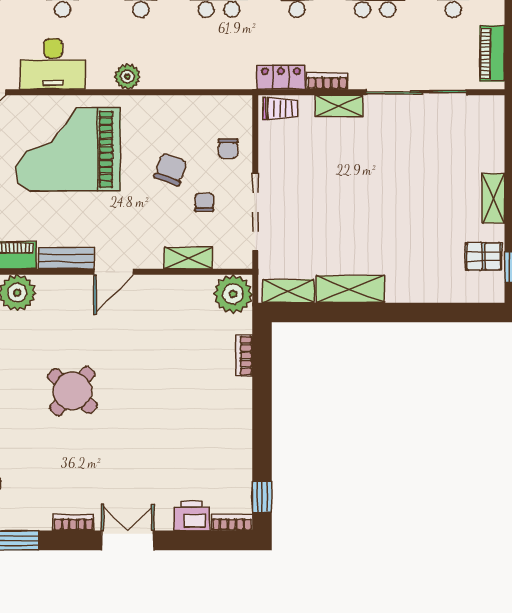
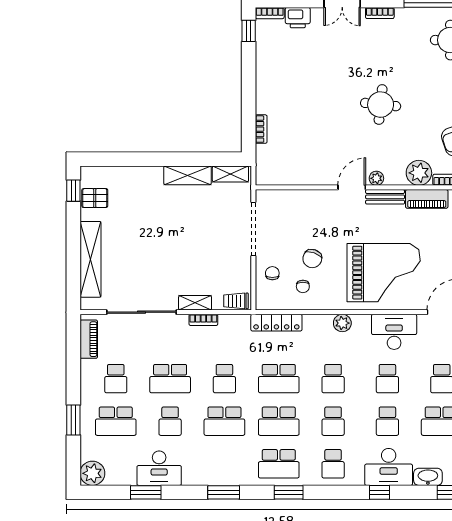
locker: (281, 77) -> (276, 323), moved, width x1.53
shelving: (493, 198) -> (91, 259), width x2.20, depth x1.33
chair: (204, 202) -> (303, 286), moved
shelving: (188, 258) -> (300, 197), removed
plant: (233, 294) -> (376, 178), moved, width x0.53, depth x0.53
round table: (72, 391) -> (381, 105), turned -35

